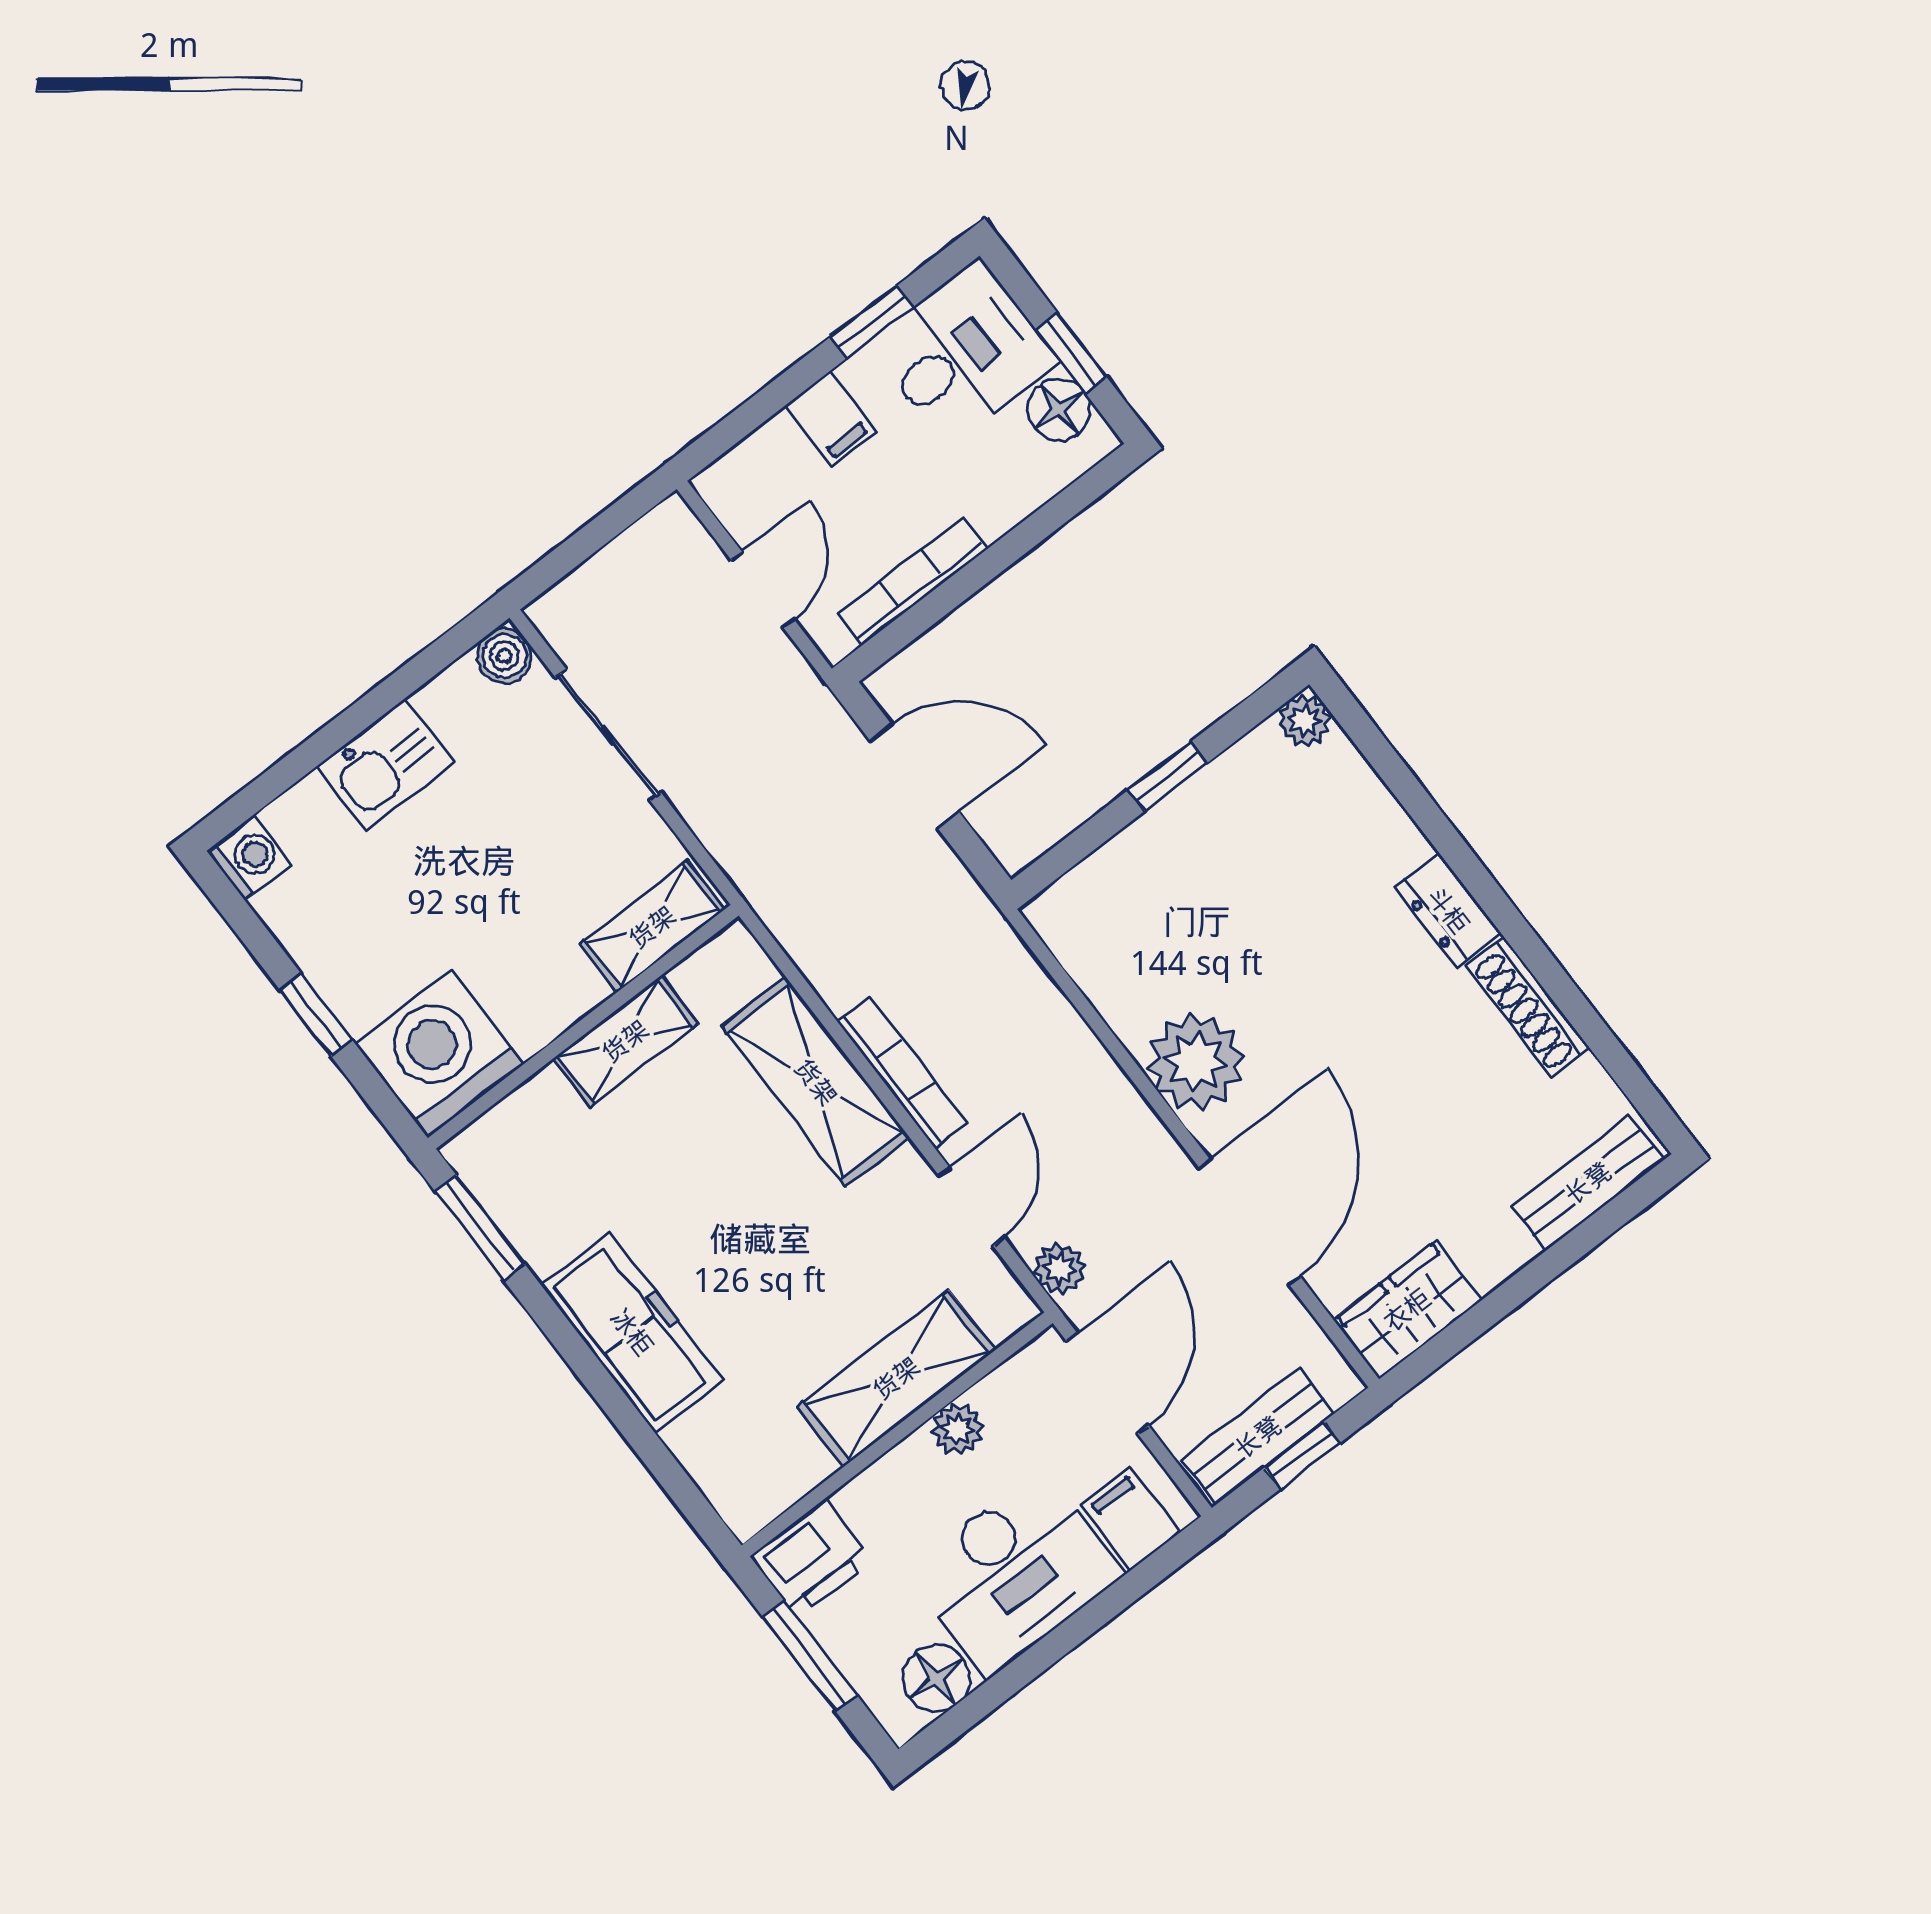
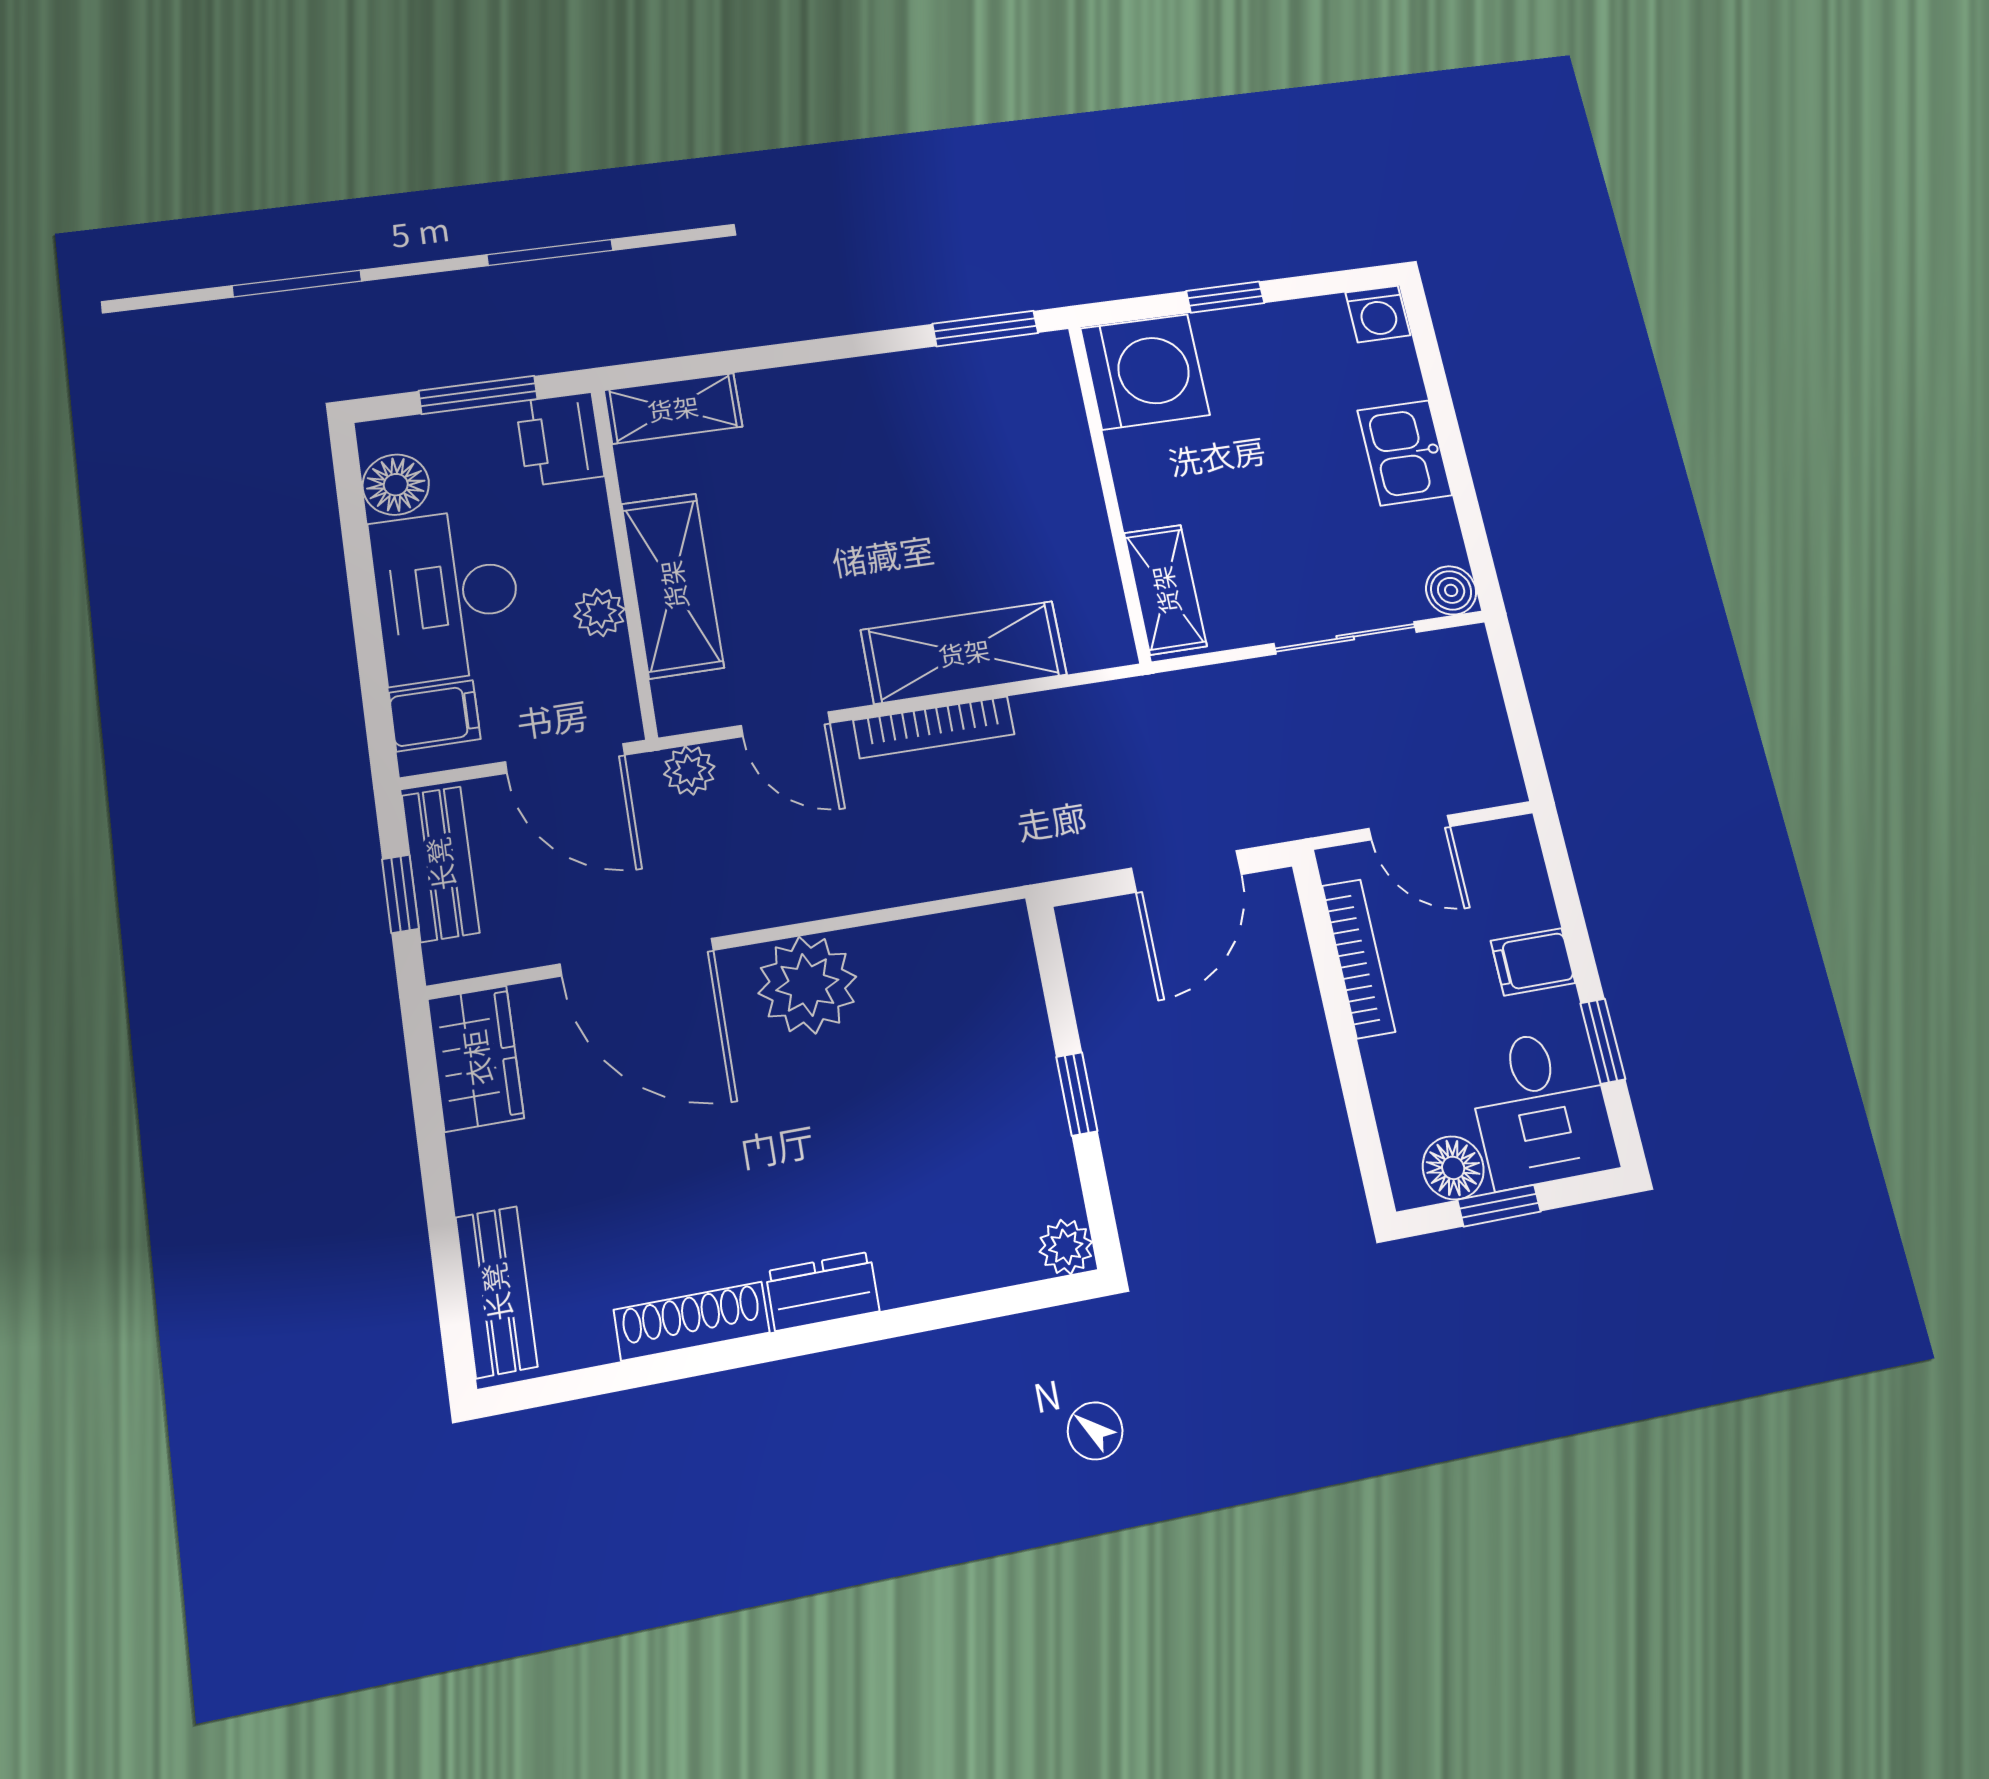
shelving: (625, 1041) -> (673, 408), moved, turned 90
freezer: (632, 1332) -> (833, 398), removed

